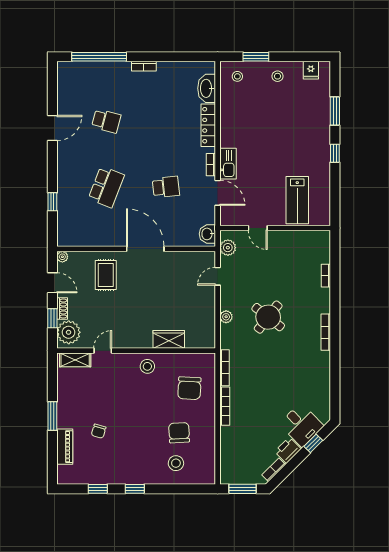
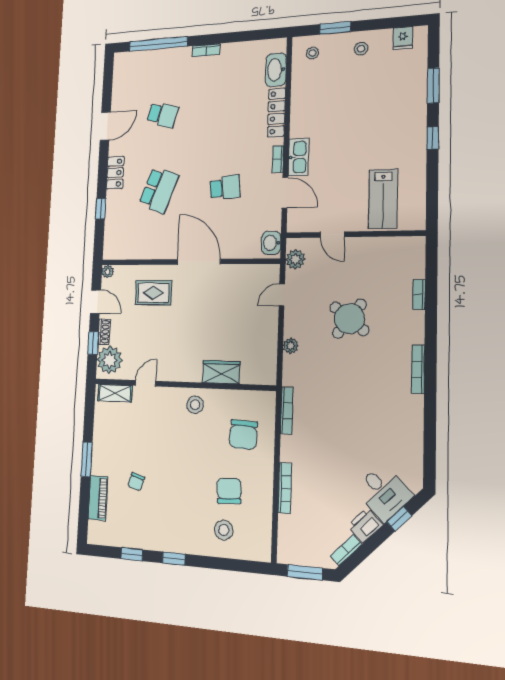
locker: (64, 170) -> (115, 173), added
rug: (106, 275) -> (153, 293), turned 90
round table: (268, 317) -> (349, 319), moved
bookcase: (225, 406) -> (285, 488), moved

